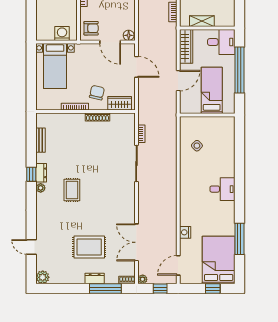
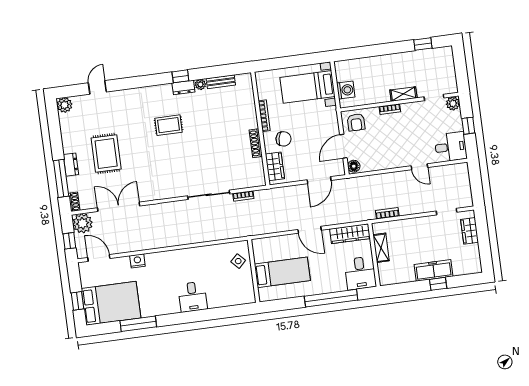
bed: (212, 90) -> (282, 272), moved
wall: (207, 115) -> (254, 271), moved
plant: (41, 188) -> (200, 84), moved
plant: (143, 279) -> (83, 223), width x1.87, depth x1.87

